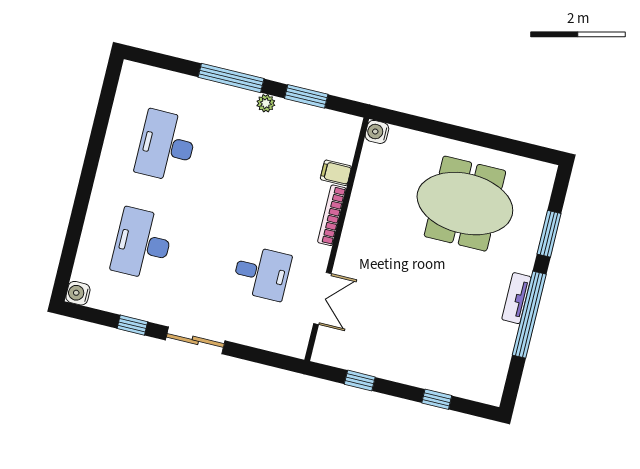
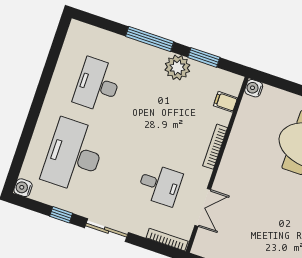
plant: (266, 103) -> (177, 68), width x1.87, depth x1.87
filing cabinet: (336, 173) -> (226, 102), moved
desk: (142, 244) -> (74, 156), width x1.36, depth x1.30
bookcase: (278, 346) -> (167, 240), added

